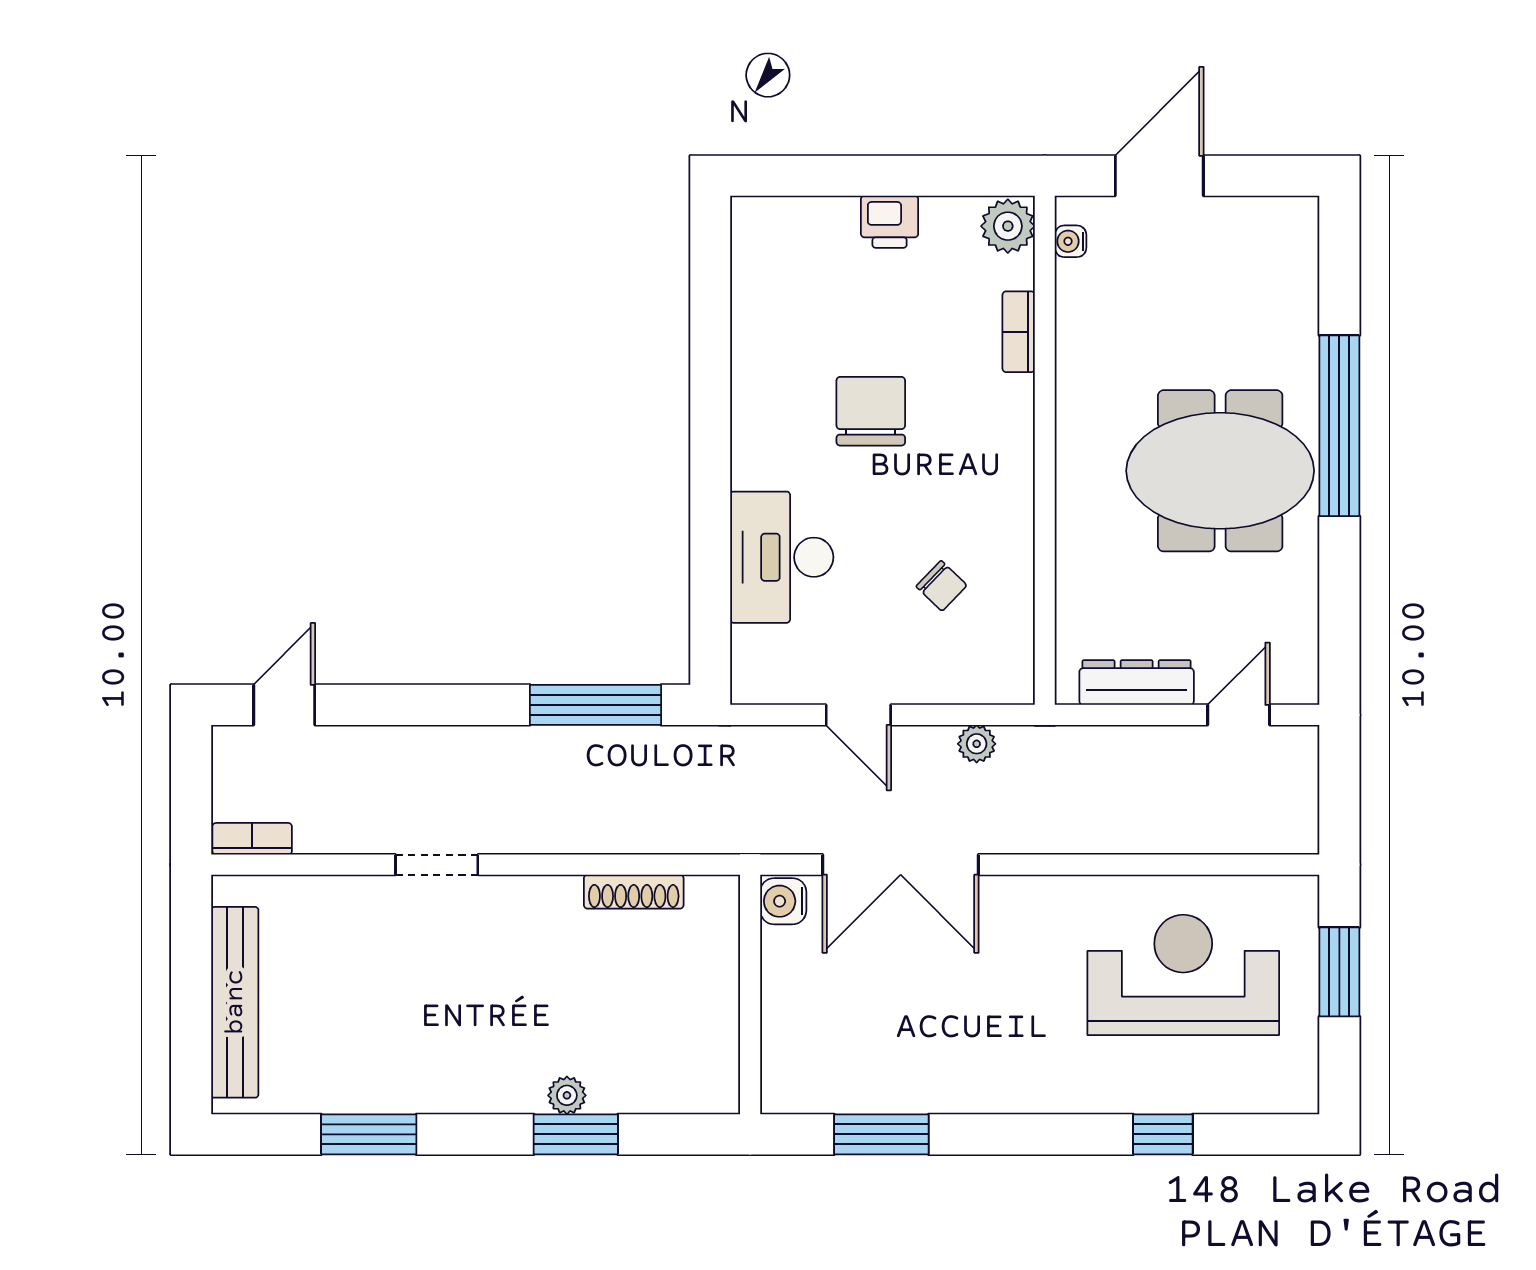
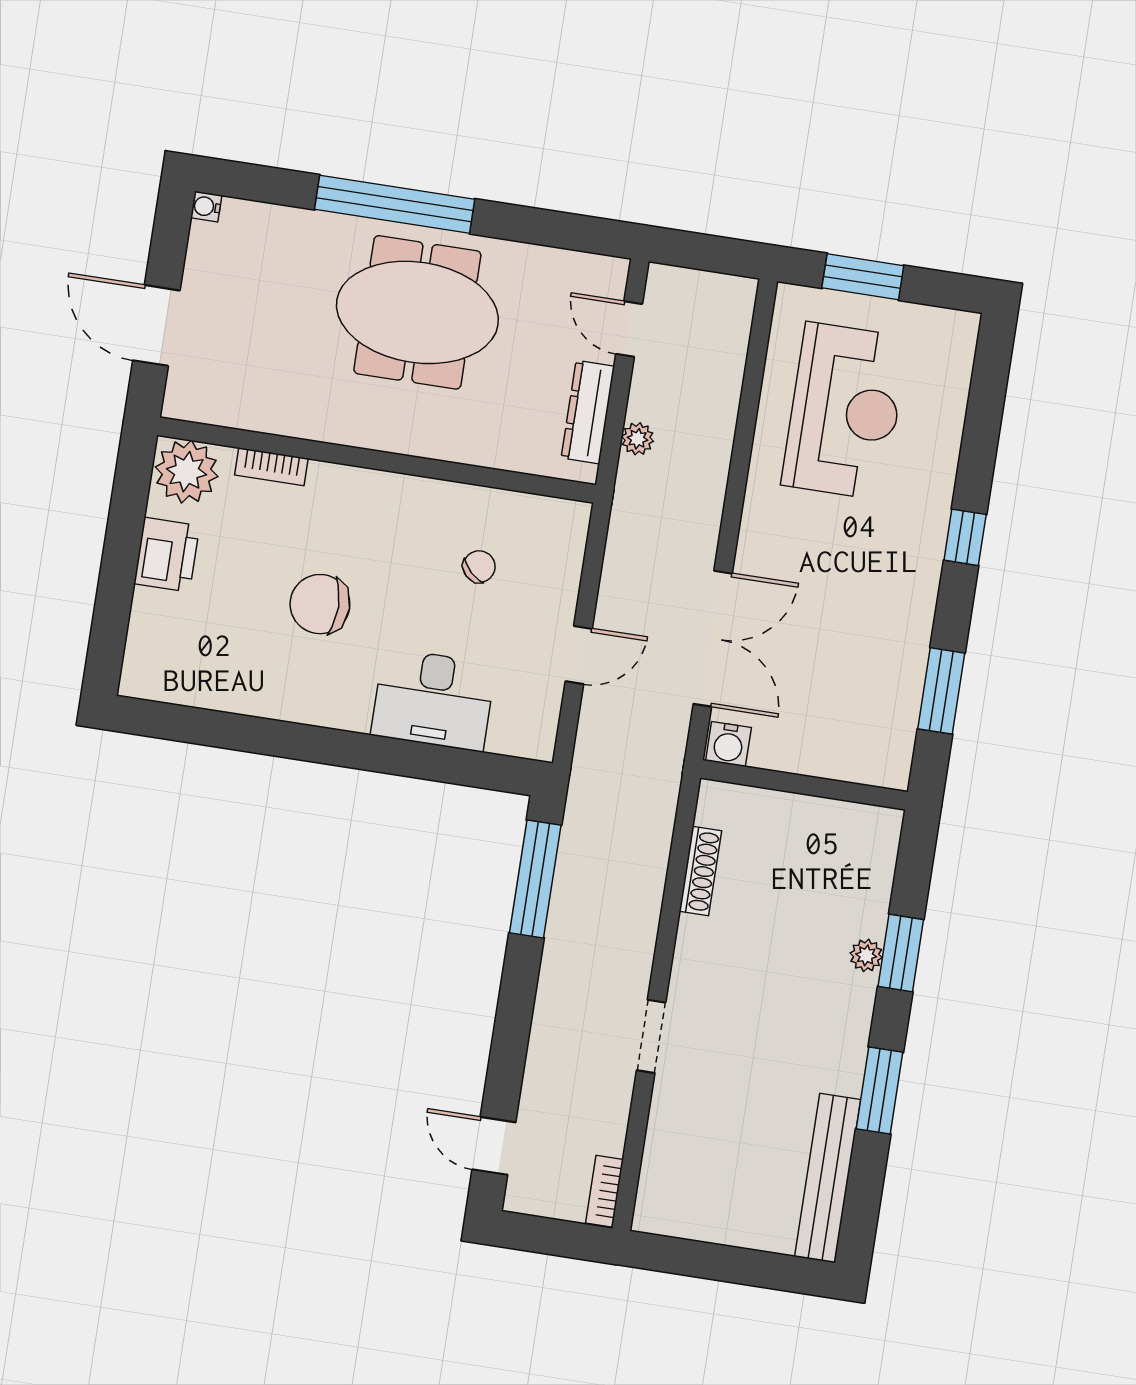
printer: (890, 222) -> (167, 555), width x1.36, depth x1.24
plant: (1008, 226) -> (187, 472), width x1.36, depth x1.36
water cooler: (1071, 241) -> (206, 206), moved, turned 90
meeting table: (1220, 471) -> (417, 312), turned 90
plant: (977, 744) -> (638, 439), moved
reception desk: (1183, 975) -> (845, 411), turned 180
bench: (235, 1002) -> (828, 1178), moved, turned 90
window: (369, 1134) -> (879, 1091), moved
window: (1163, 1134) -> (965, 537), moved

